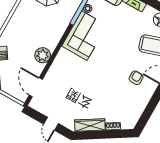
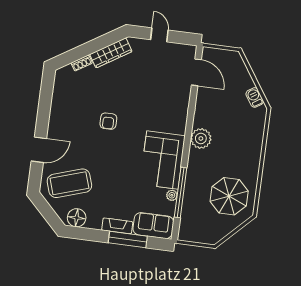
plant: (43, 55) -> (201, 138), moved
armchair: (136, 78) -> (108, 121), moved

